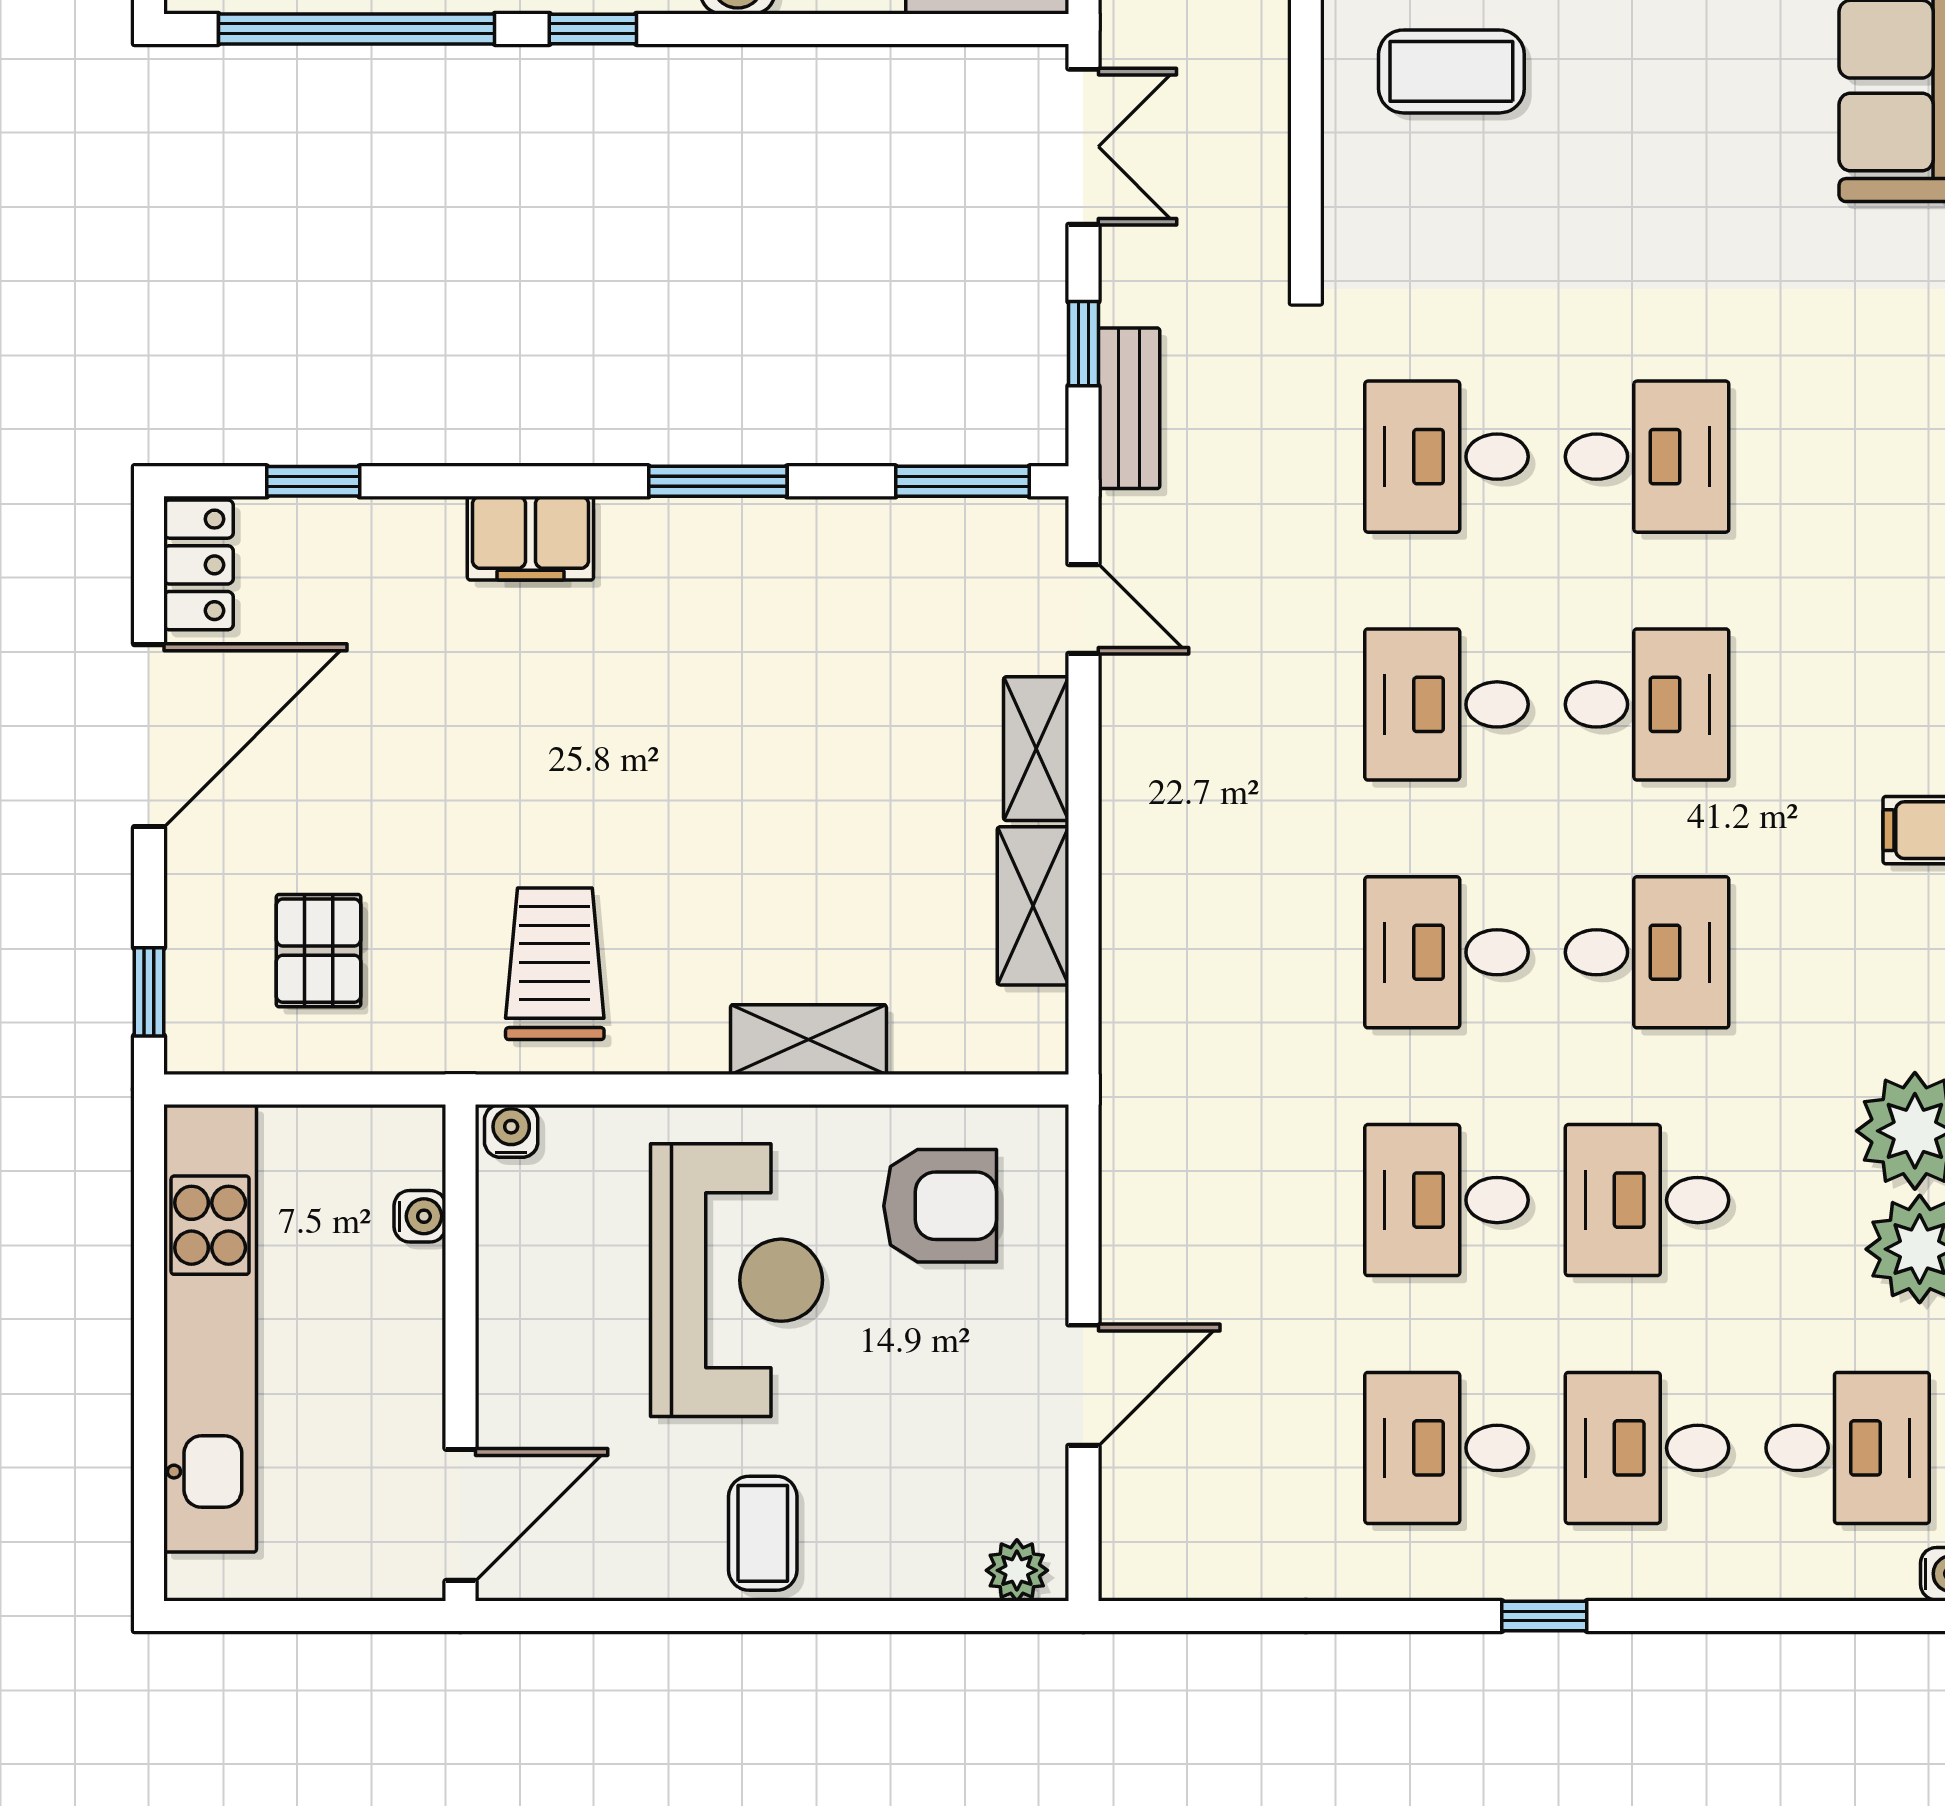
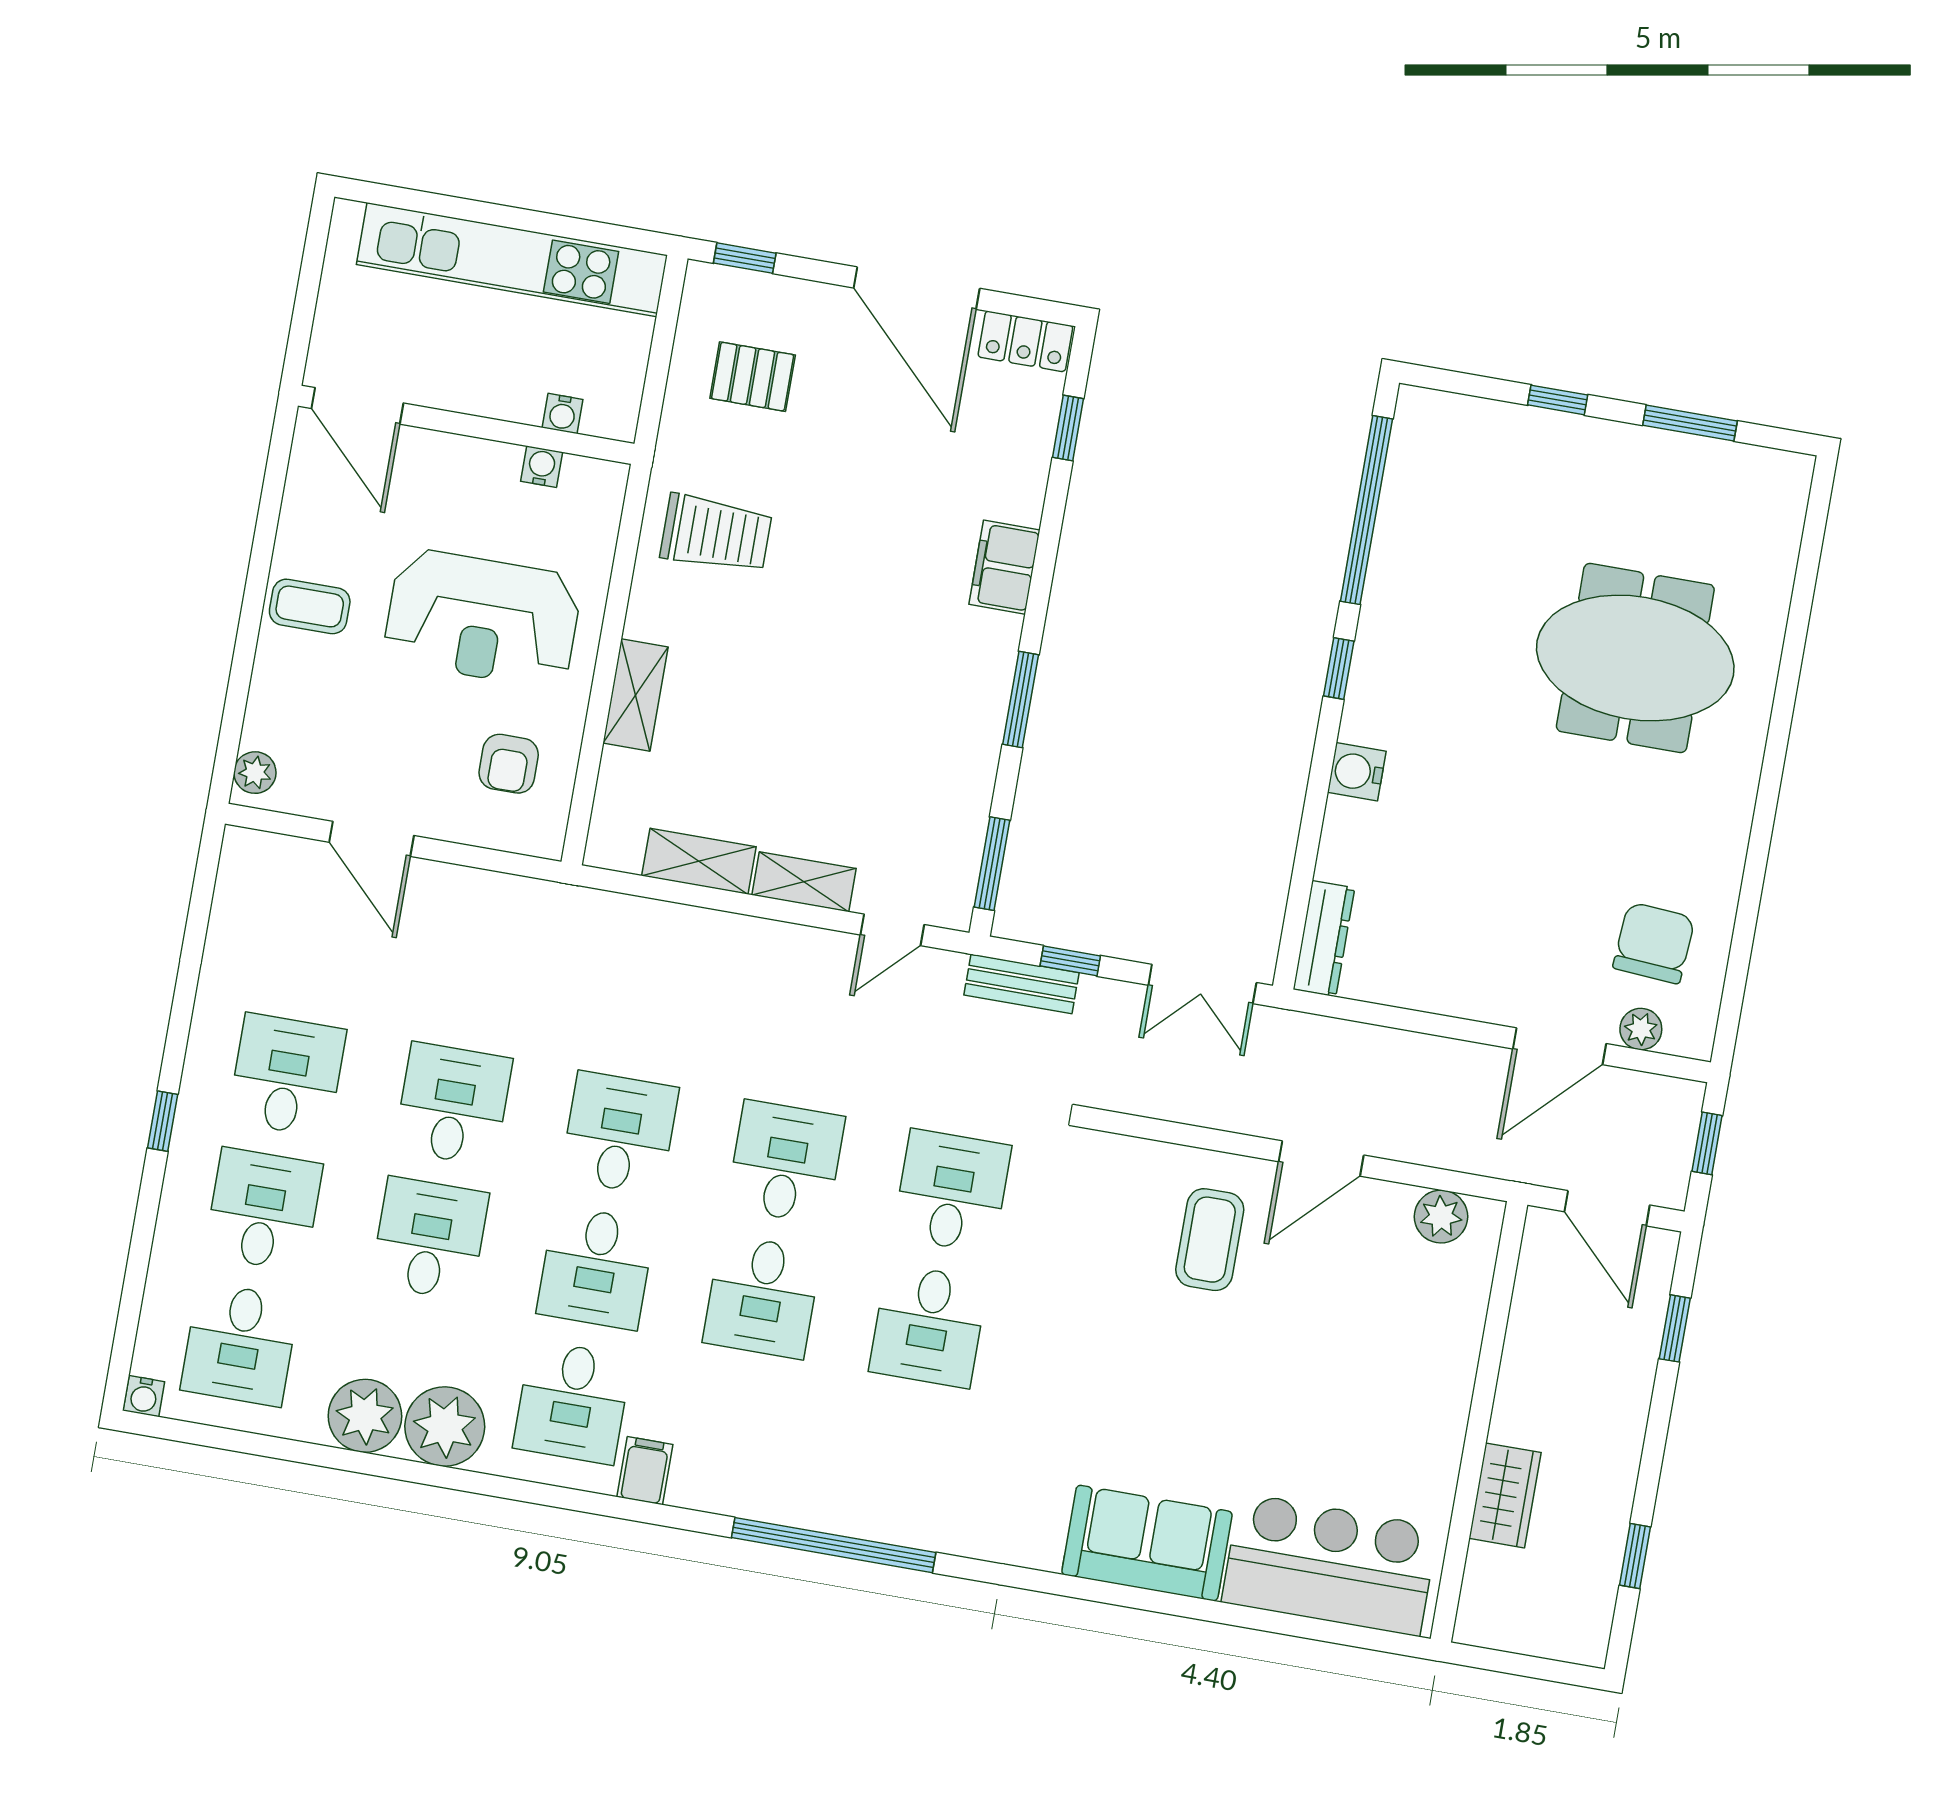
desk: (1848, 952) -> (572, 1402), added
water cooler: (511, 1131) -> (542, 467), moved, turned -90
armchair: (940, 1206) -> (509, 764), width x0.72, depth x0.72

